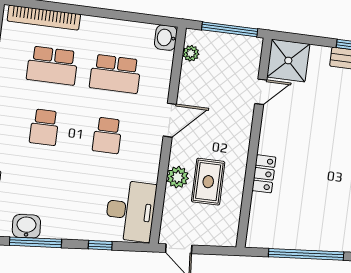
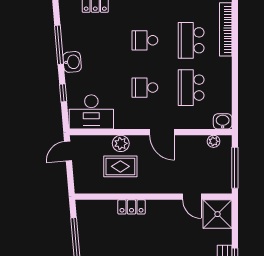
washbasin: (26, 226) -> (72, 62), moved

